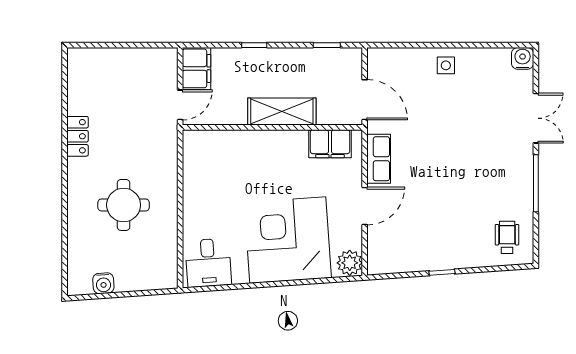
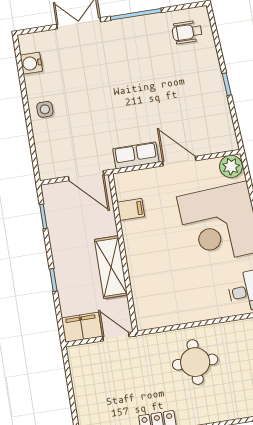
water cooler: (523, 58) -> (31, 63), moved
door: (365, 100) -> (86, 176), swing flipped
shelving: (282, 111) -> (111, 267), moved
filing cabinet: (330, 144) -> (131, 209), width x0.50
round table: (124, 205) -> (195, 362), moved

